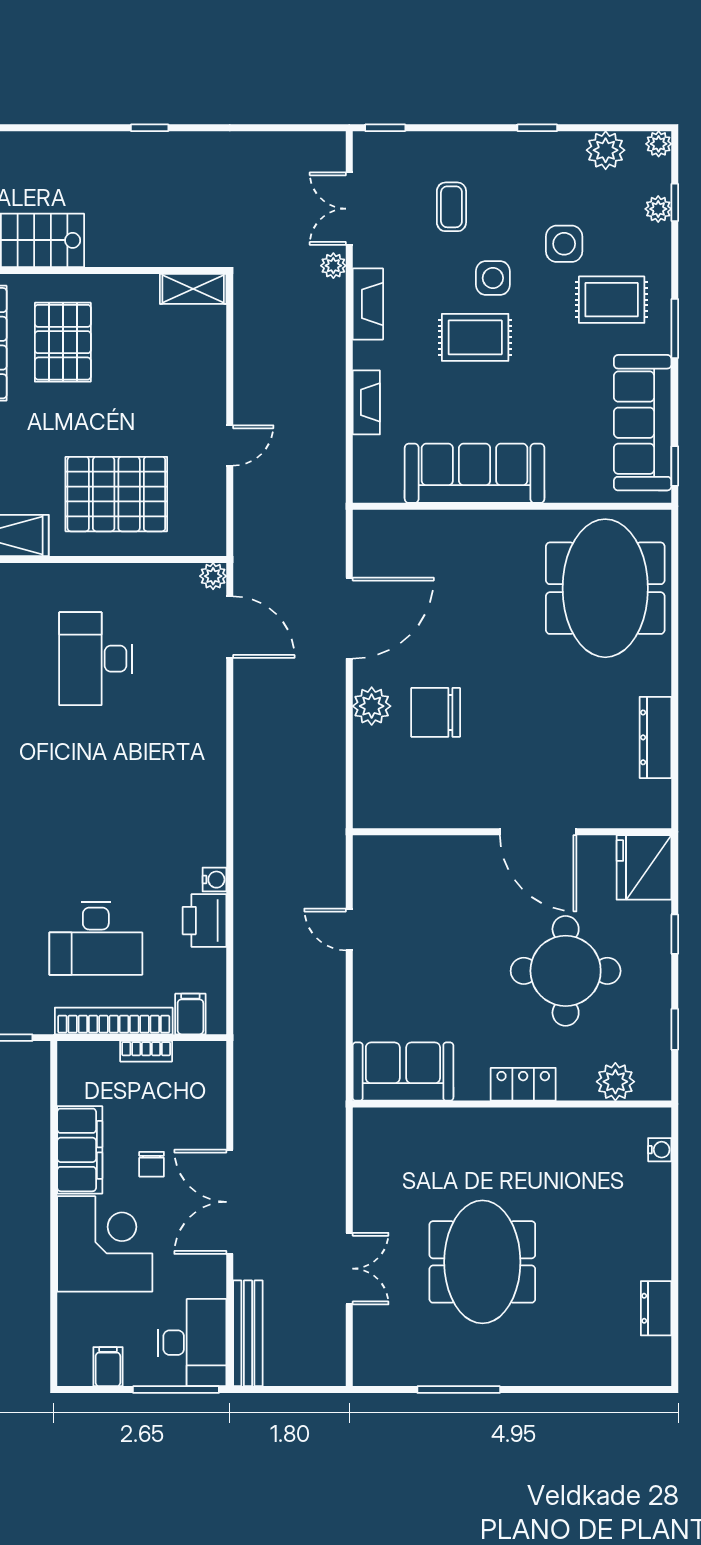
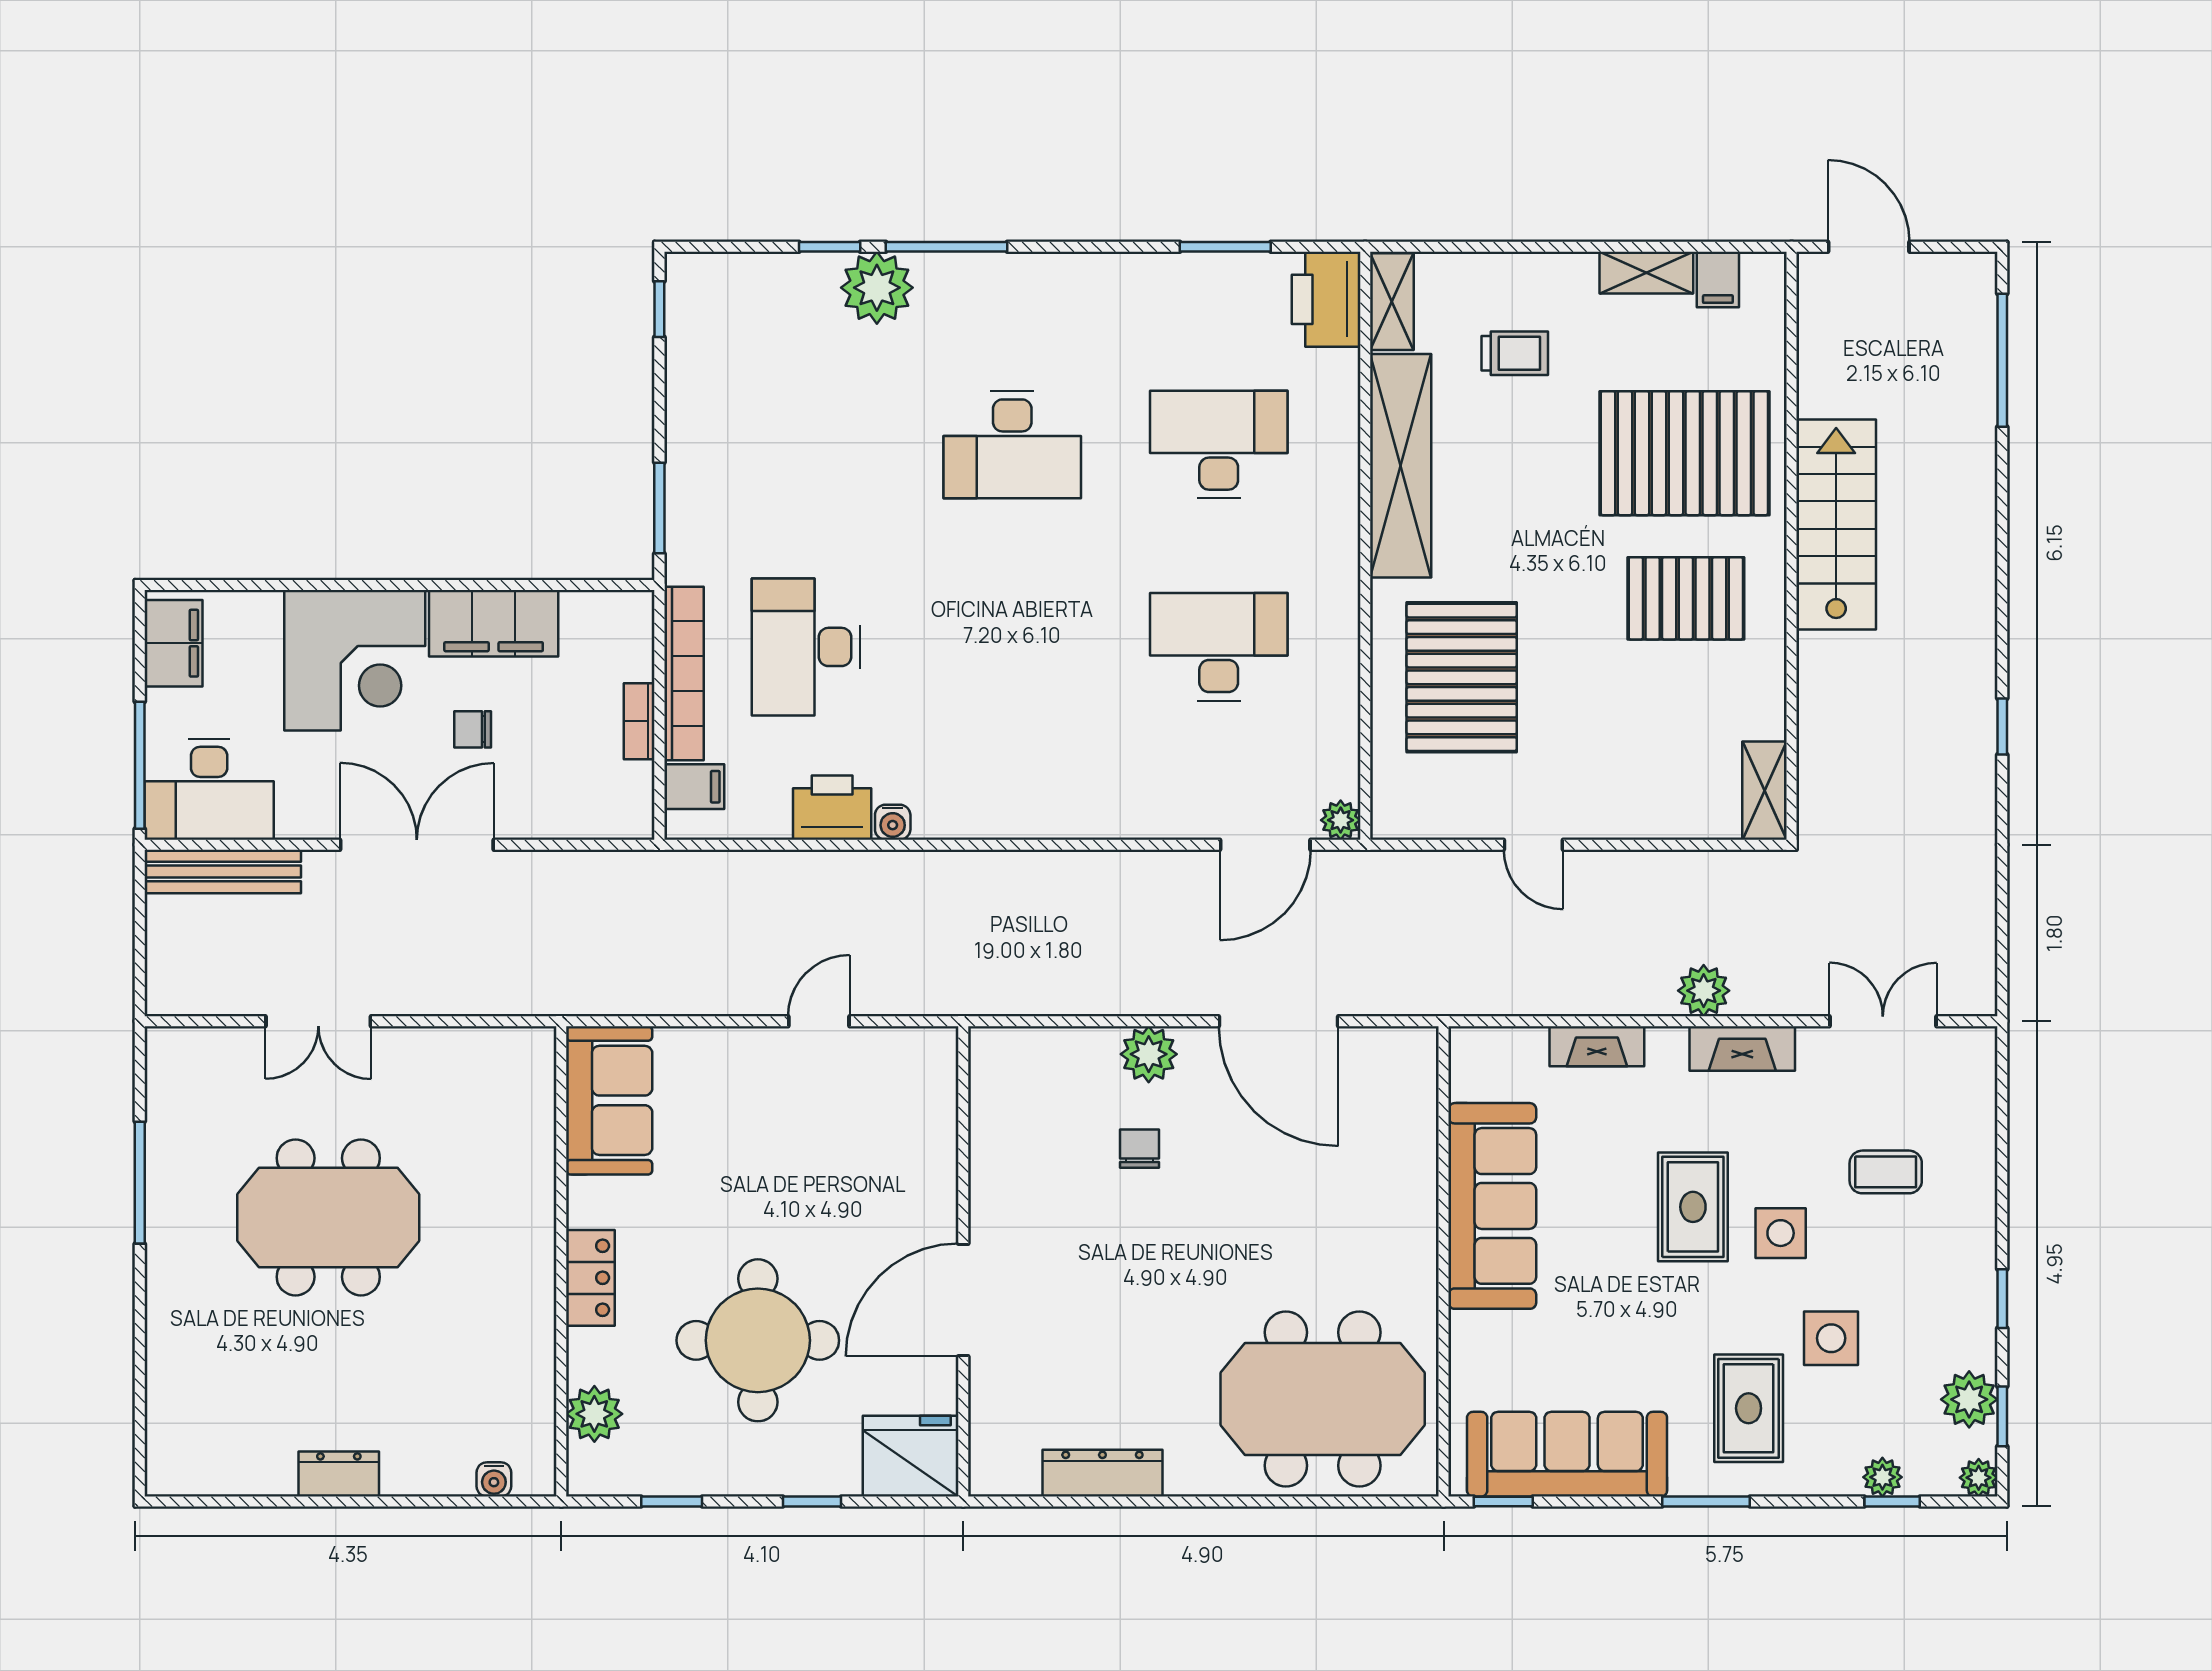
window: (385, 128) -> (2002, 1416), moved
plant: (333, 266) -> (1704, 991), moved, width x1.38, depth x1.38
chair: (436, 712) -> (1139, 1149), width x0.54, depth x0.54
dresser: (656, 1308) -> (339, 1474), moved
filing cabinet: (108, 1367) -> (174, 643), width x2.00

